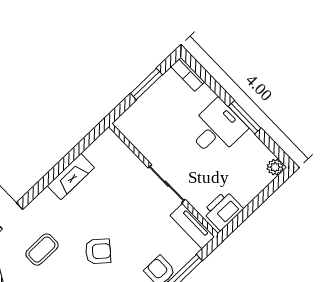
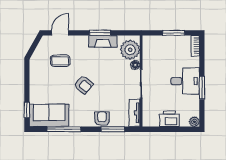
plant: (113, 155) -> (130, 50), added
floor lamp: (138, 167) -> (135, 65), added
window: (58, 169) -> (100, 33), added
printer: (223, 210) -> (169, 119), moved

